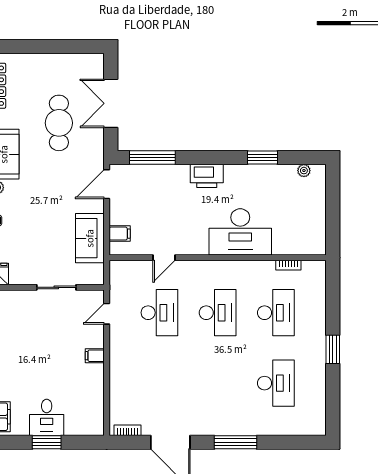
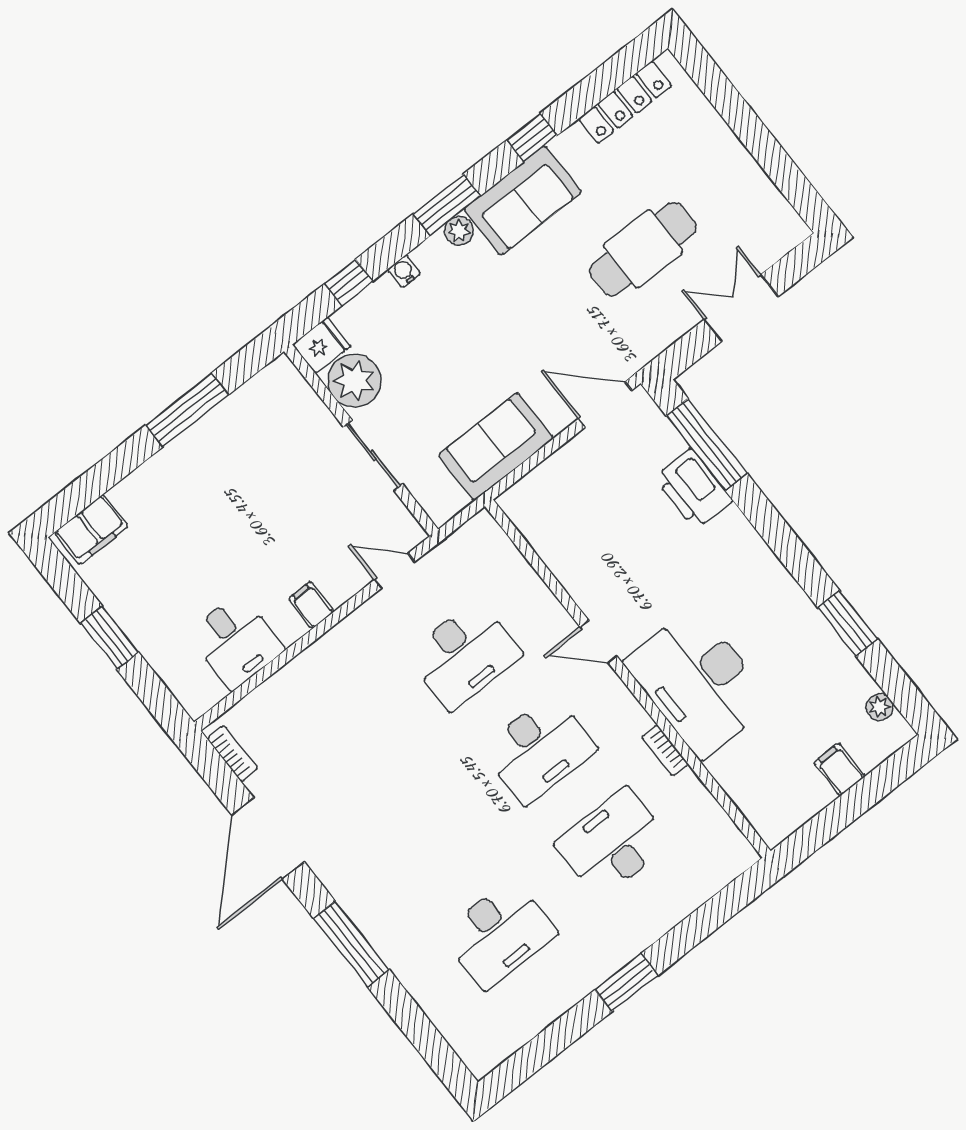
double door: (111, 103) -> (741, 308), width x0.73
printer: (207, 176) -> (693, 489), moved
filing cabinet: (120, 234) -> (839, 769), moved, turned 180
door: (164, 258) -> (599, 642), moved
bookcase: (288, 265) -> (665, 751), moved
plant: (22, 272) -> (354, 381), added
desk: (276, 313) -> (613, 843), turned 180
desk: (47, 417) -> (236, 642), moved, turned -90

